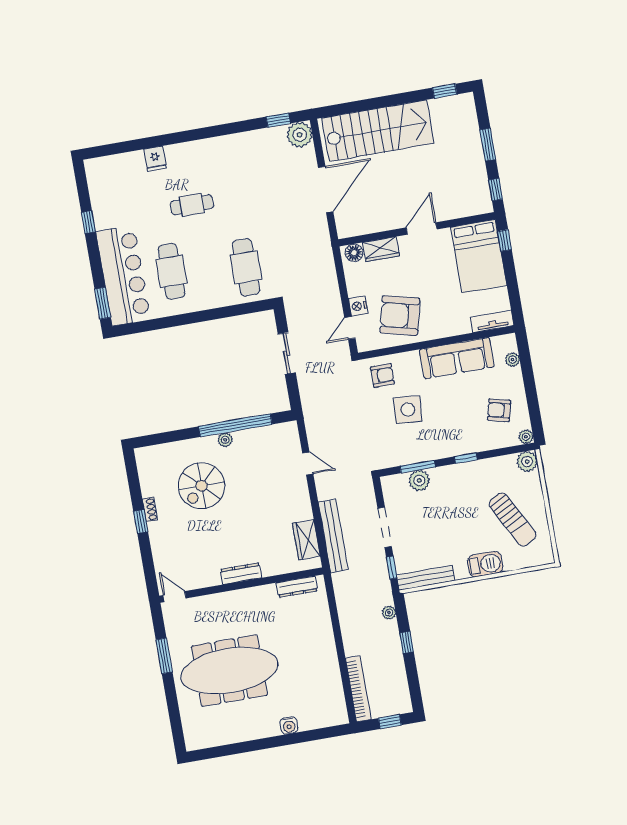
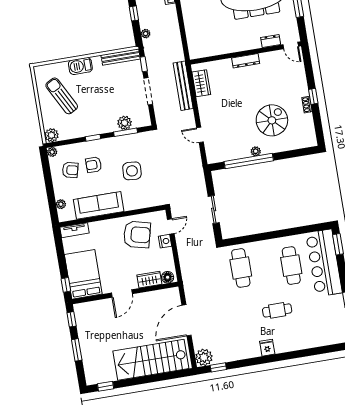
fridge: (155, 159) -> (267, 348), moved
armchair: (382, 375) -> (94, 165), moved
dresser: (297, 587) -> (271, 41), moved, width x0.70

